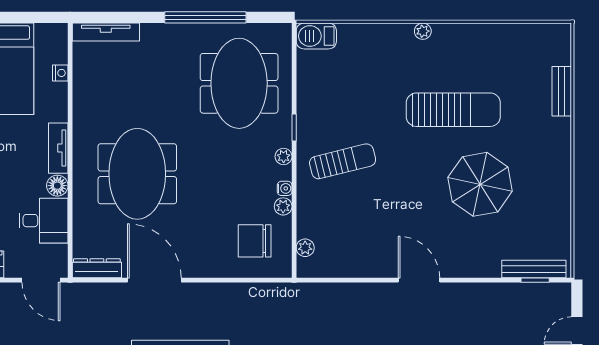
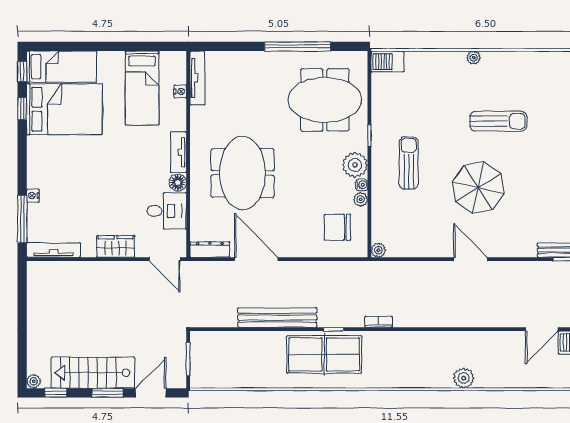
tv unit: (106, 32) -> (197, 78), moved, turned -90
meeting table: (239, 83) -> (325, 100), turned 90
sun lounger: (453, 110) -> (498, 121), width x0.73, depth x0.75
plant: (284, 156) -> (355, 165), width x1.88, depth x1.88
sun lounger: (343, 161) -> (409, 163), turned -76
parasol: (480, 184) -> (478, 188), moved
plant: (305, 248) -> (378, 250), moved

